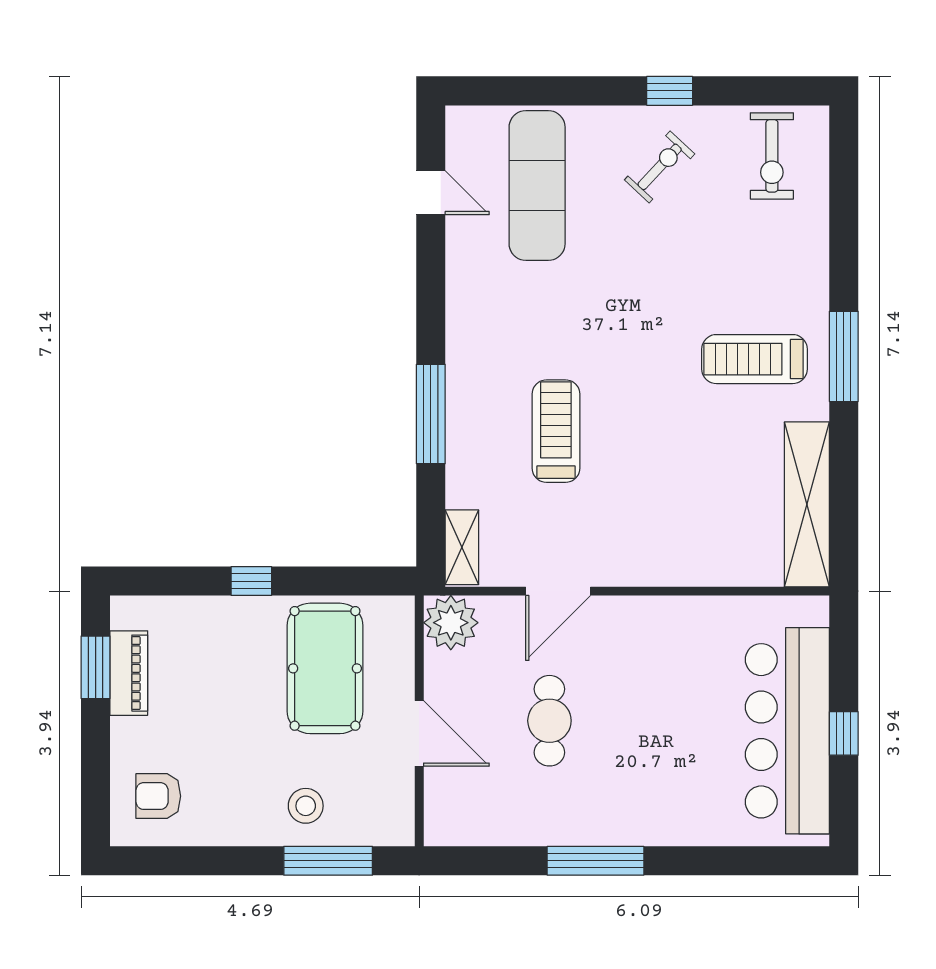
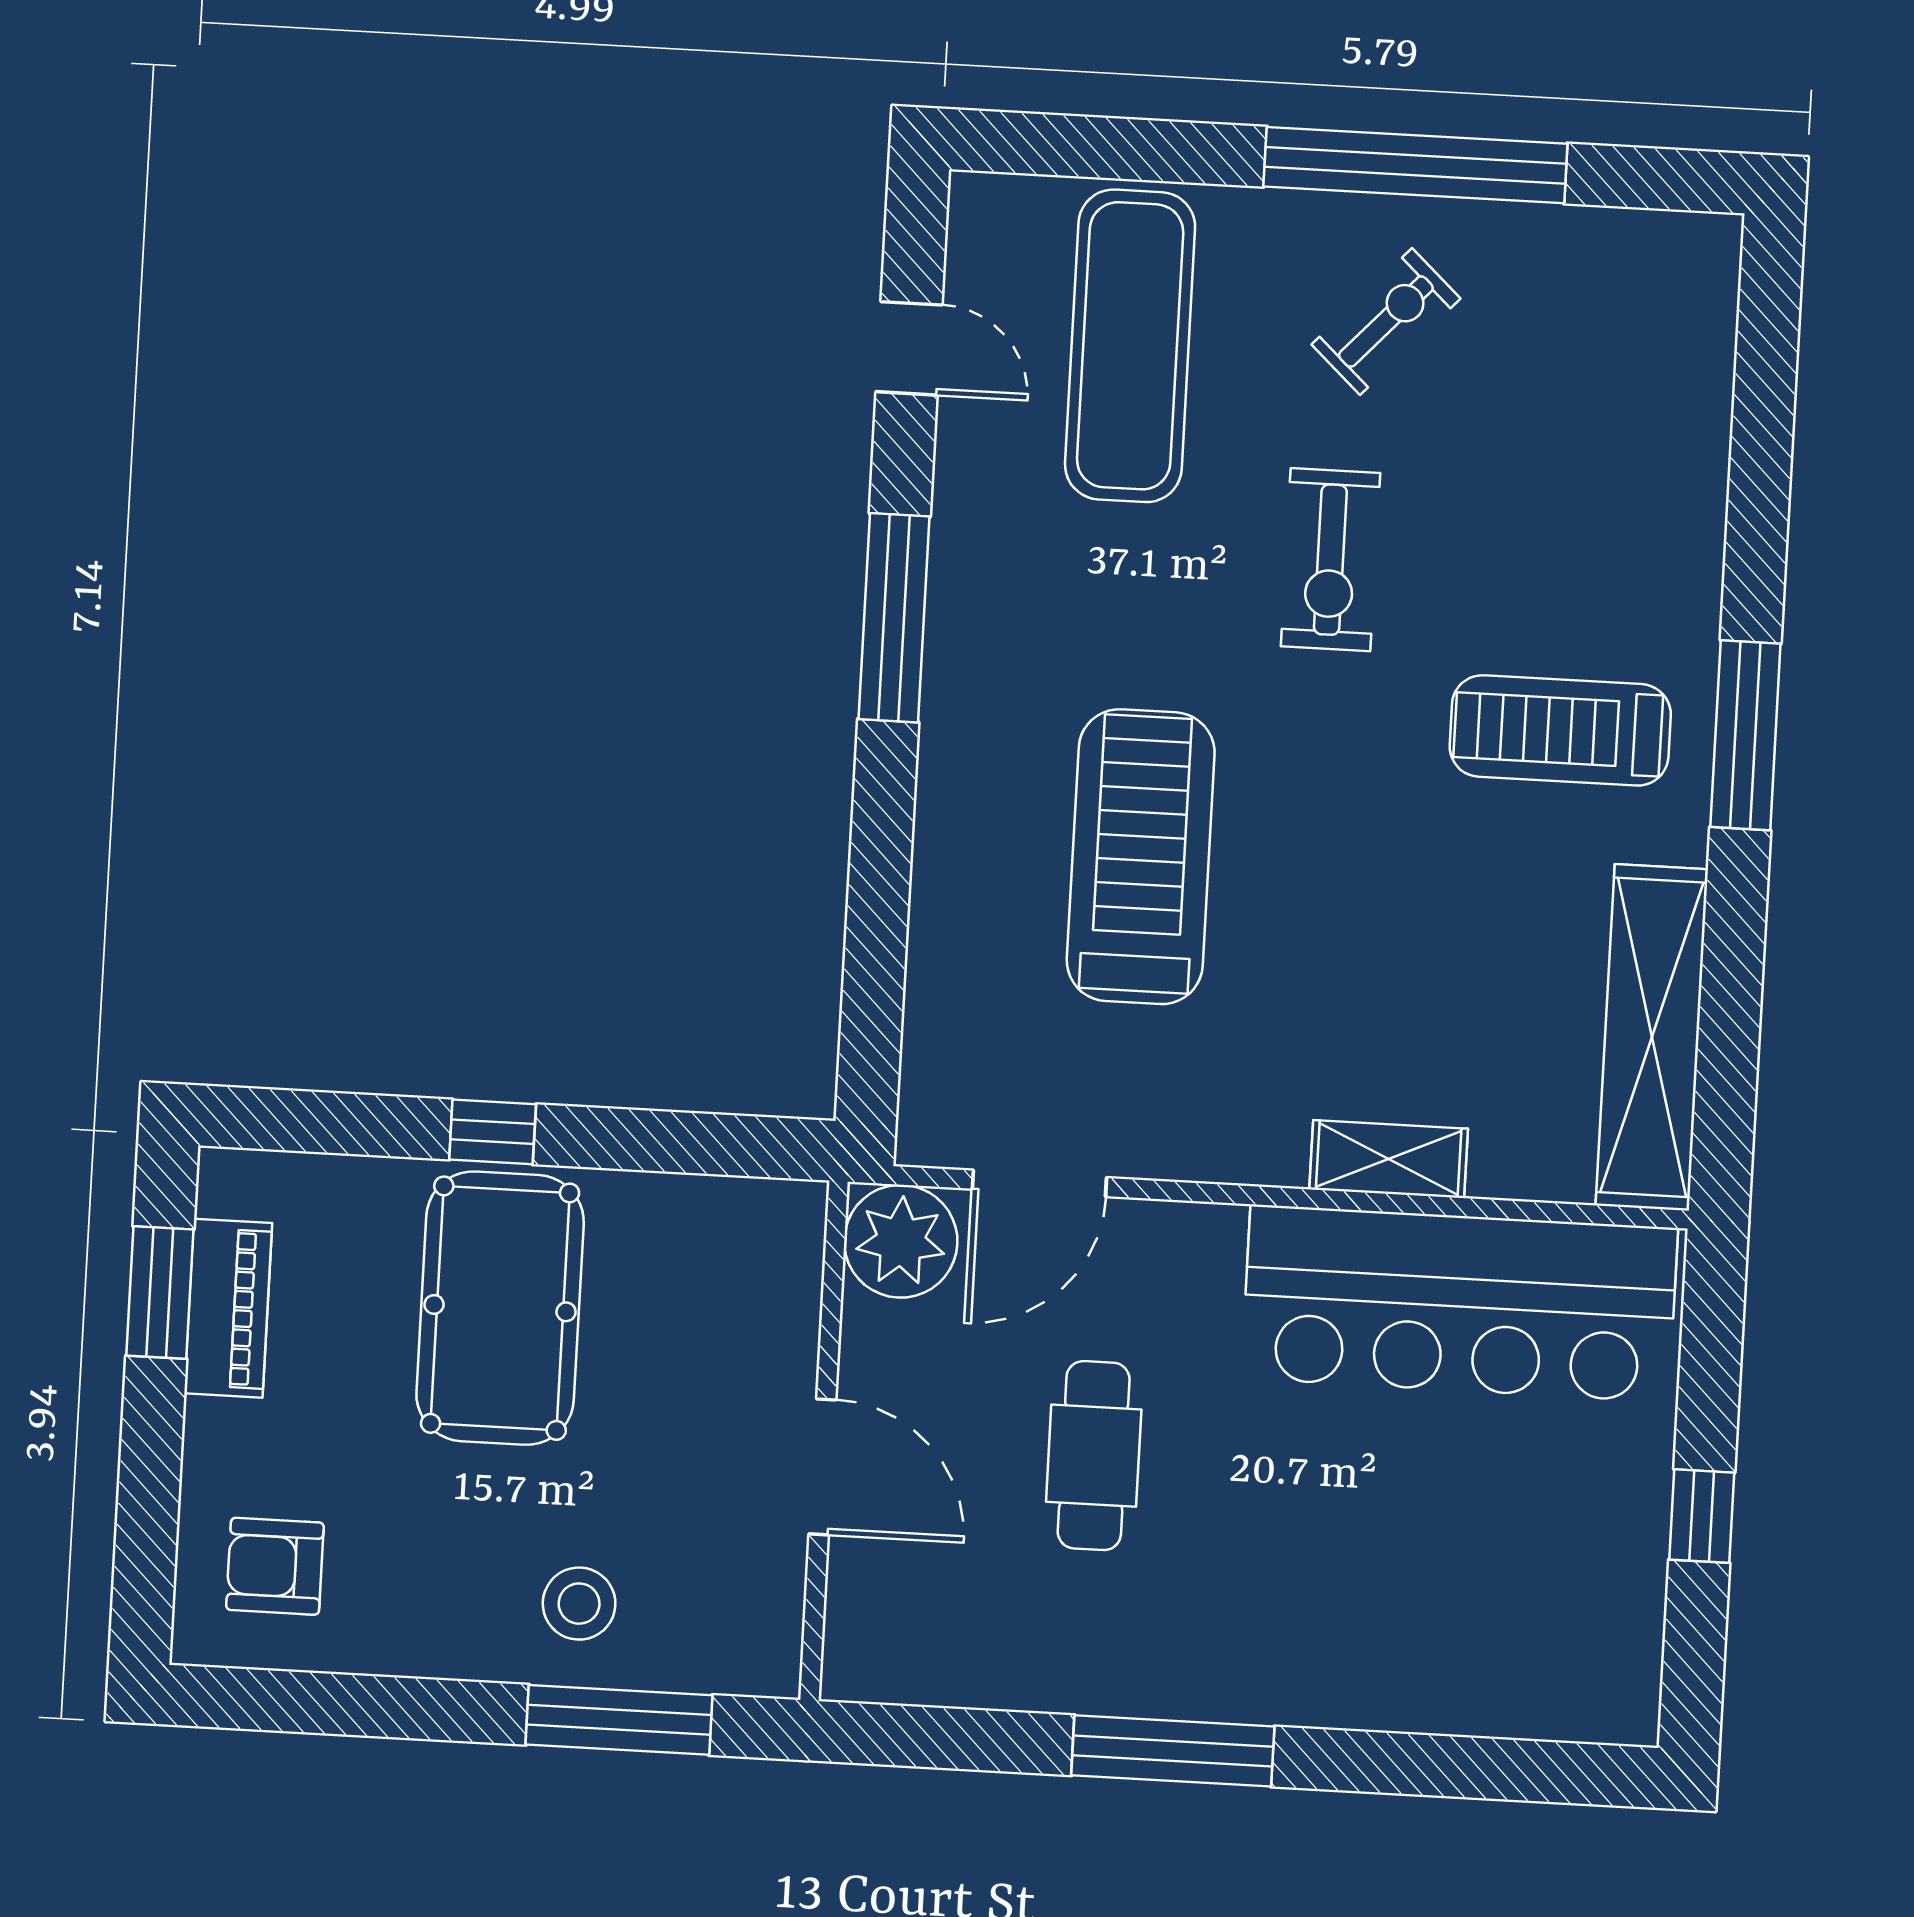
window: (670, 91) -> (1415, 165), width x3.17
exercise bike: (772, 156) -> (1330, 560), moved
window: (431, 414) -> (894, 618), moved
treadmill: (556, 431) -> (1141, 857), width x1.37, depth x1.38
shelving: (462, 547) -> (1389, 1159), moved, turned 90
door: (558, 591) -> (1039, 1183), moved
pool table: (325, 668) -> (500, 1308), moved
bar counter: (787, 731) -> (1460, 1303), moved, turned -90

